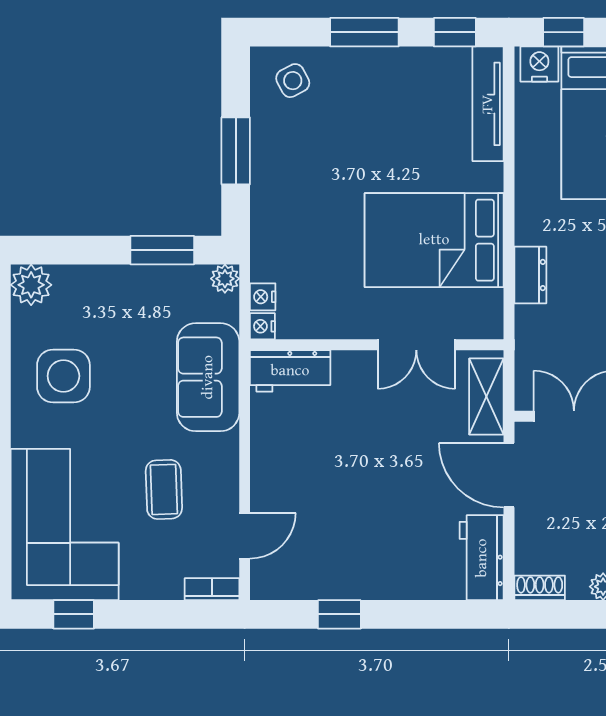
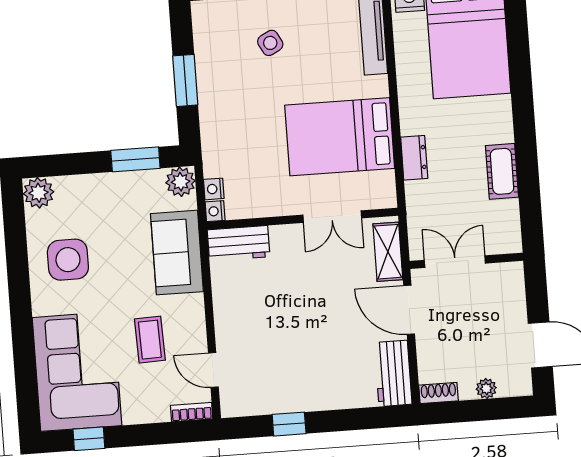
side table: (293, 81) -> (270, 43), moved
plant: (225, 279) -> (181, 182), width x1.38, depth x1.38
door: (245, 536) -> (213, 370), swing flipped

